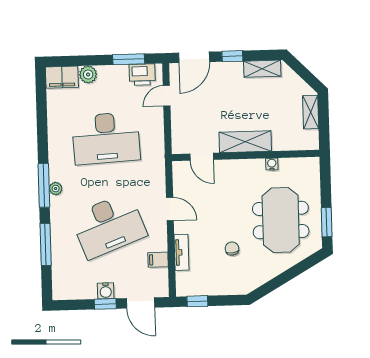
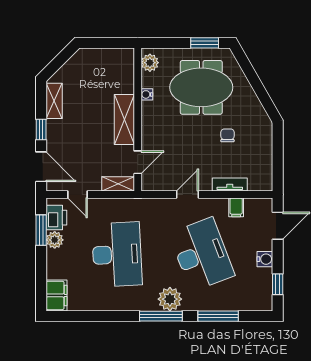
plant: (88, 75) -> (55, 240), moved
shelving: (311, 112) -> (118, 184), moved
plant: (305, 166) -> (150, 63), added
plant: (56, 189) -> (170, 299), width x1.88, depth x1.88
chair: (232, 249) -> (227, 135), turned 97
window: (197, 301) -> (278, 171), removed
window: (105, 304) -> (278, 284), moved

